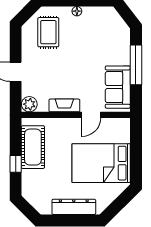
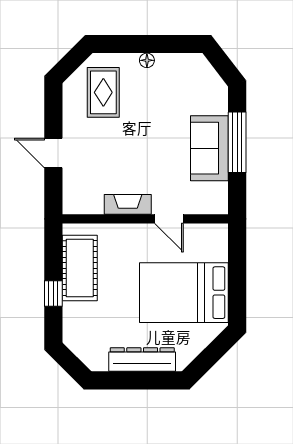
sofa: (118, 87) -> (209, 148), moved
plant: (29, 104) -> (74, 203), removed
door: (91, 115) -> (169, 219), hinge flipped

